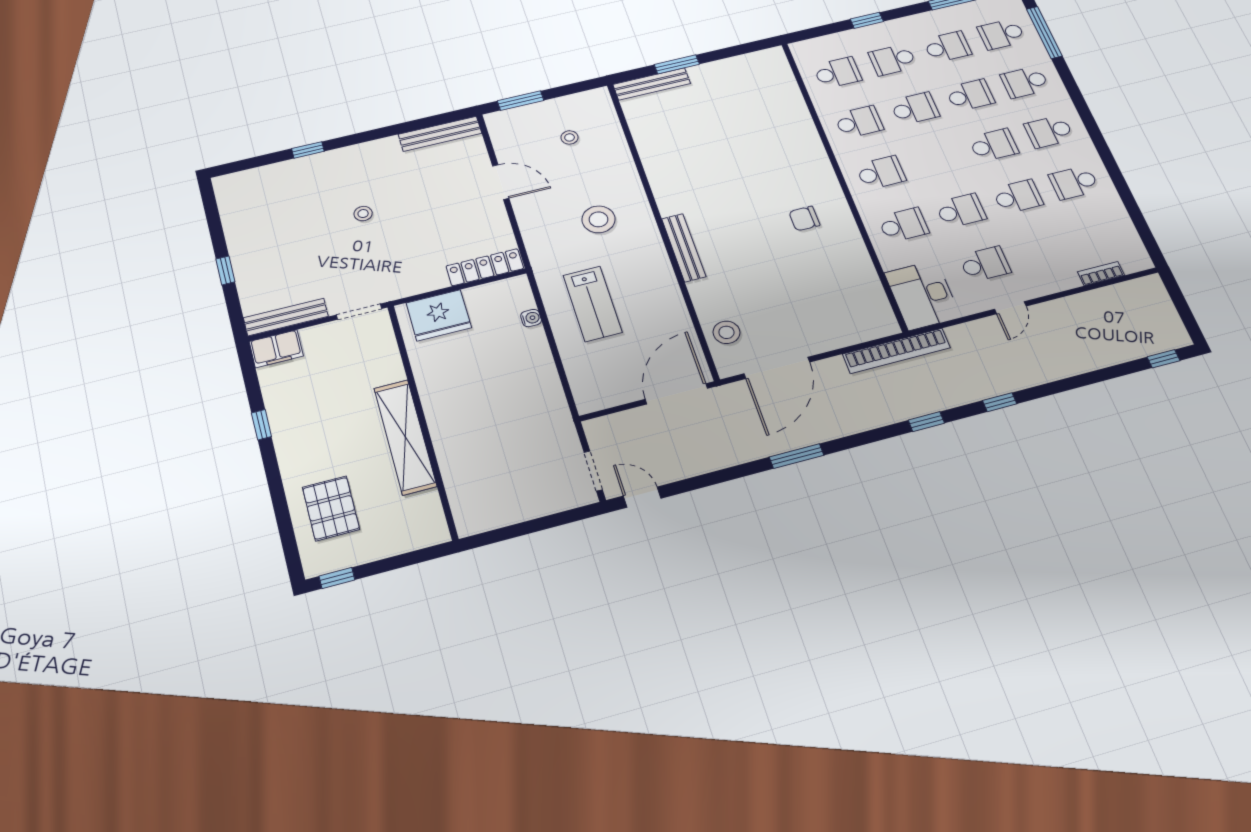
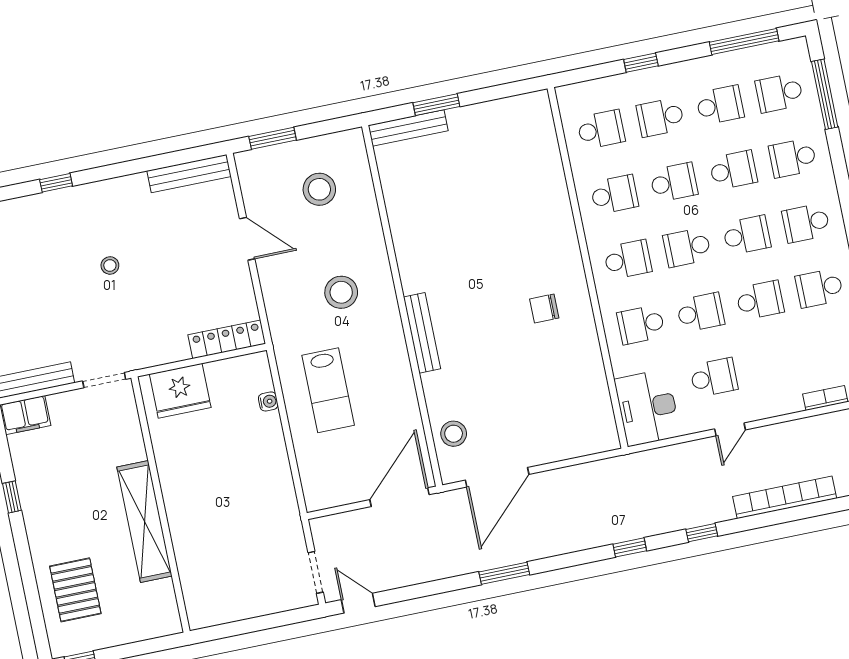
stool: (570, 137) -> (319, 189), width x1.89, depth x1.89
school desk: (937, 159) -> (687, 247), added
school desk: (903, 225) -> (641, 325), turned 180
bookcase: (896, 351) -> (785, 497), moved, turned 180

